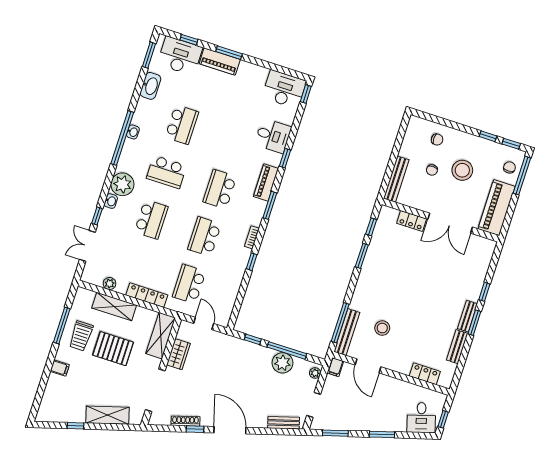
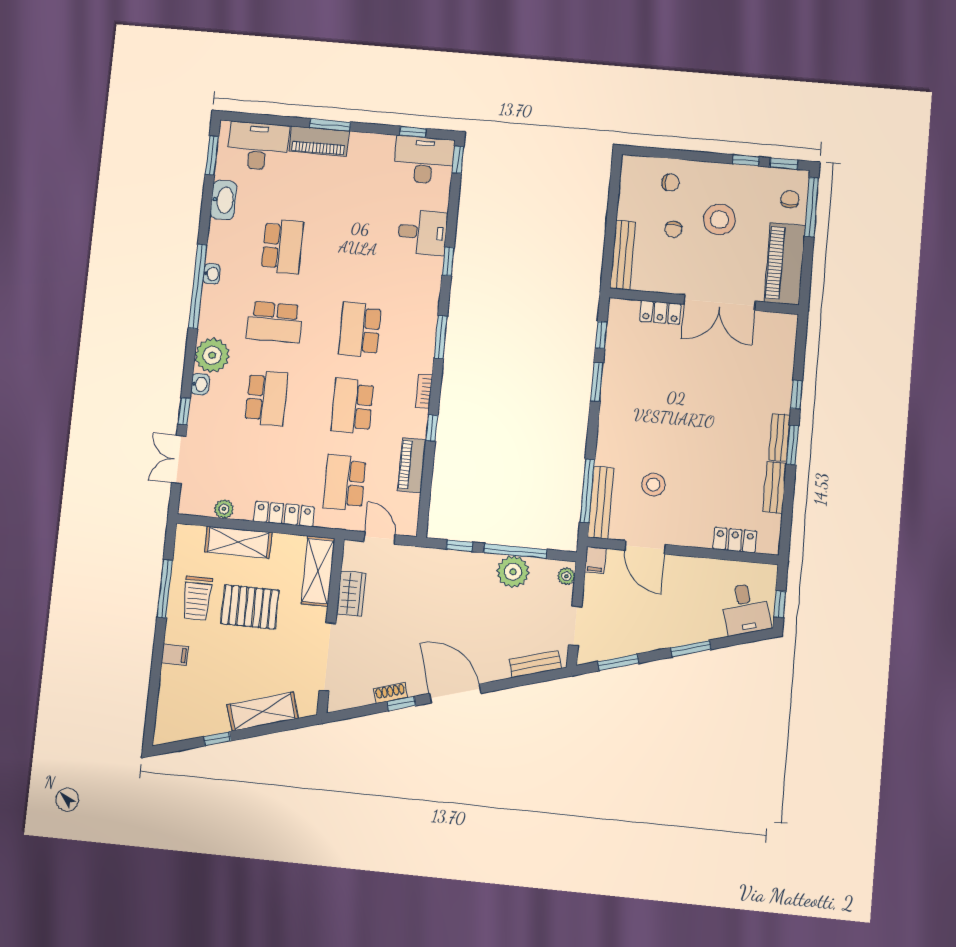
window: (189, 40) -> (413, 132), moved
piano: (266, 183) -> (412, 465), moved
shoe rack: (185, 421) -> (391, 693), width x0.70

